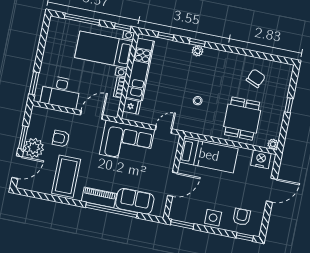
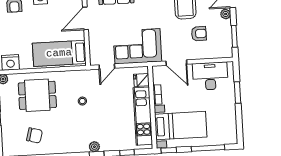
chair: (256, 78) -> (34, 135), turned -98
window: (34, 83) -> (237, 92), moved
door: (92, 115) -> (176, 63), hinge flipped
dining table: (242, 119) -> (37, 95), turned 90
window: (23, 137) -> (234, 36), moved
plant: (34, 148) -> (226, 14), width x0.53, depth x0.53

